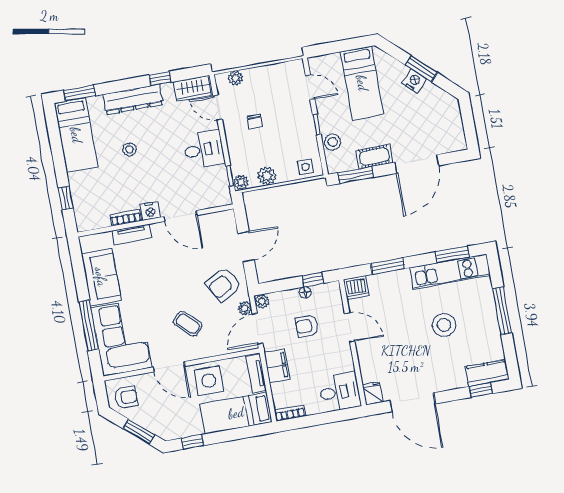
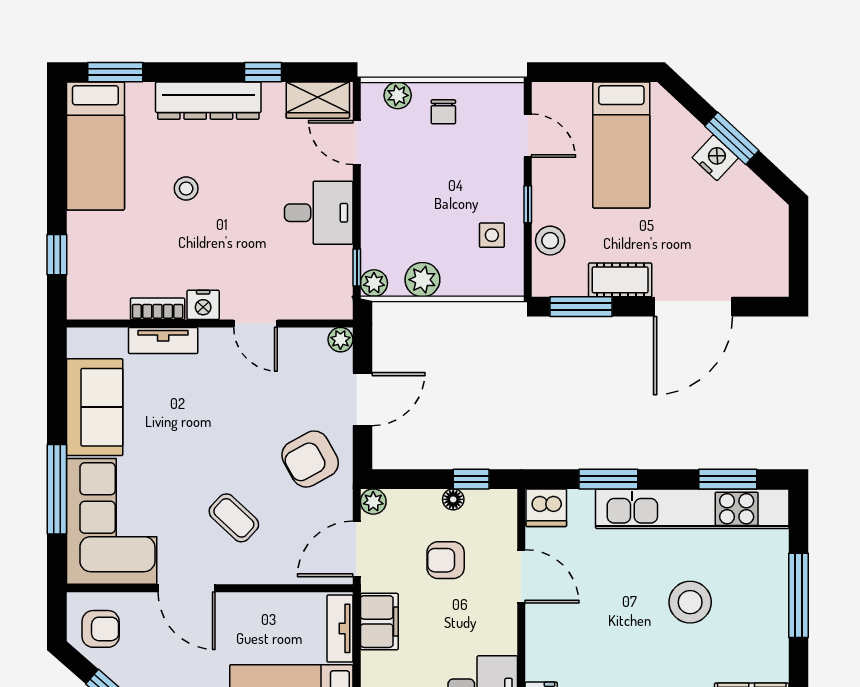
chair: (255, 122) -> (443, 112), moved
side table: (305, 167) -> (492, 235), moved
door: (180, 216) -> (255, 323), width x0.73
kitchen unit: (450, 271) -> (692, 509), width x1.36
plant: (245, 308) -> (340, 340), moved
side table: (209, 381) -> (253, 626), removed

